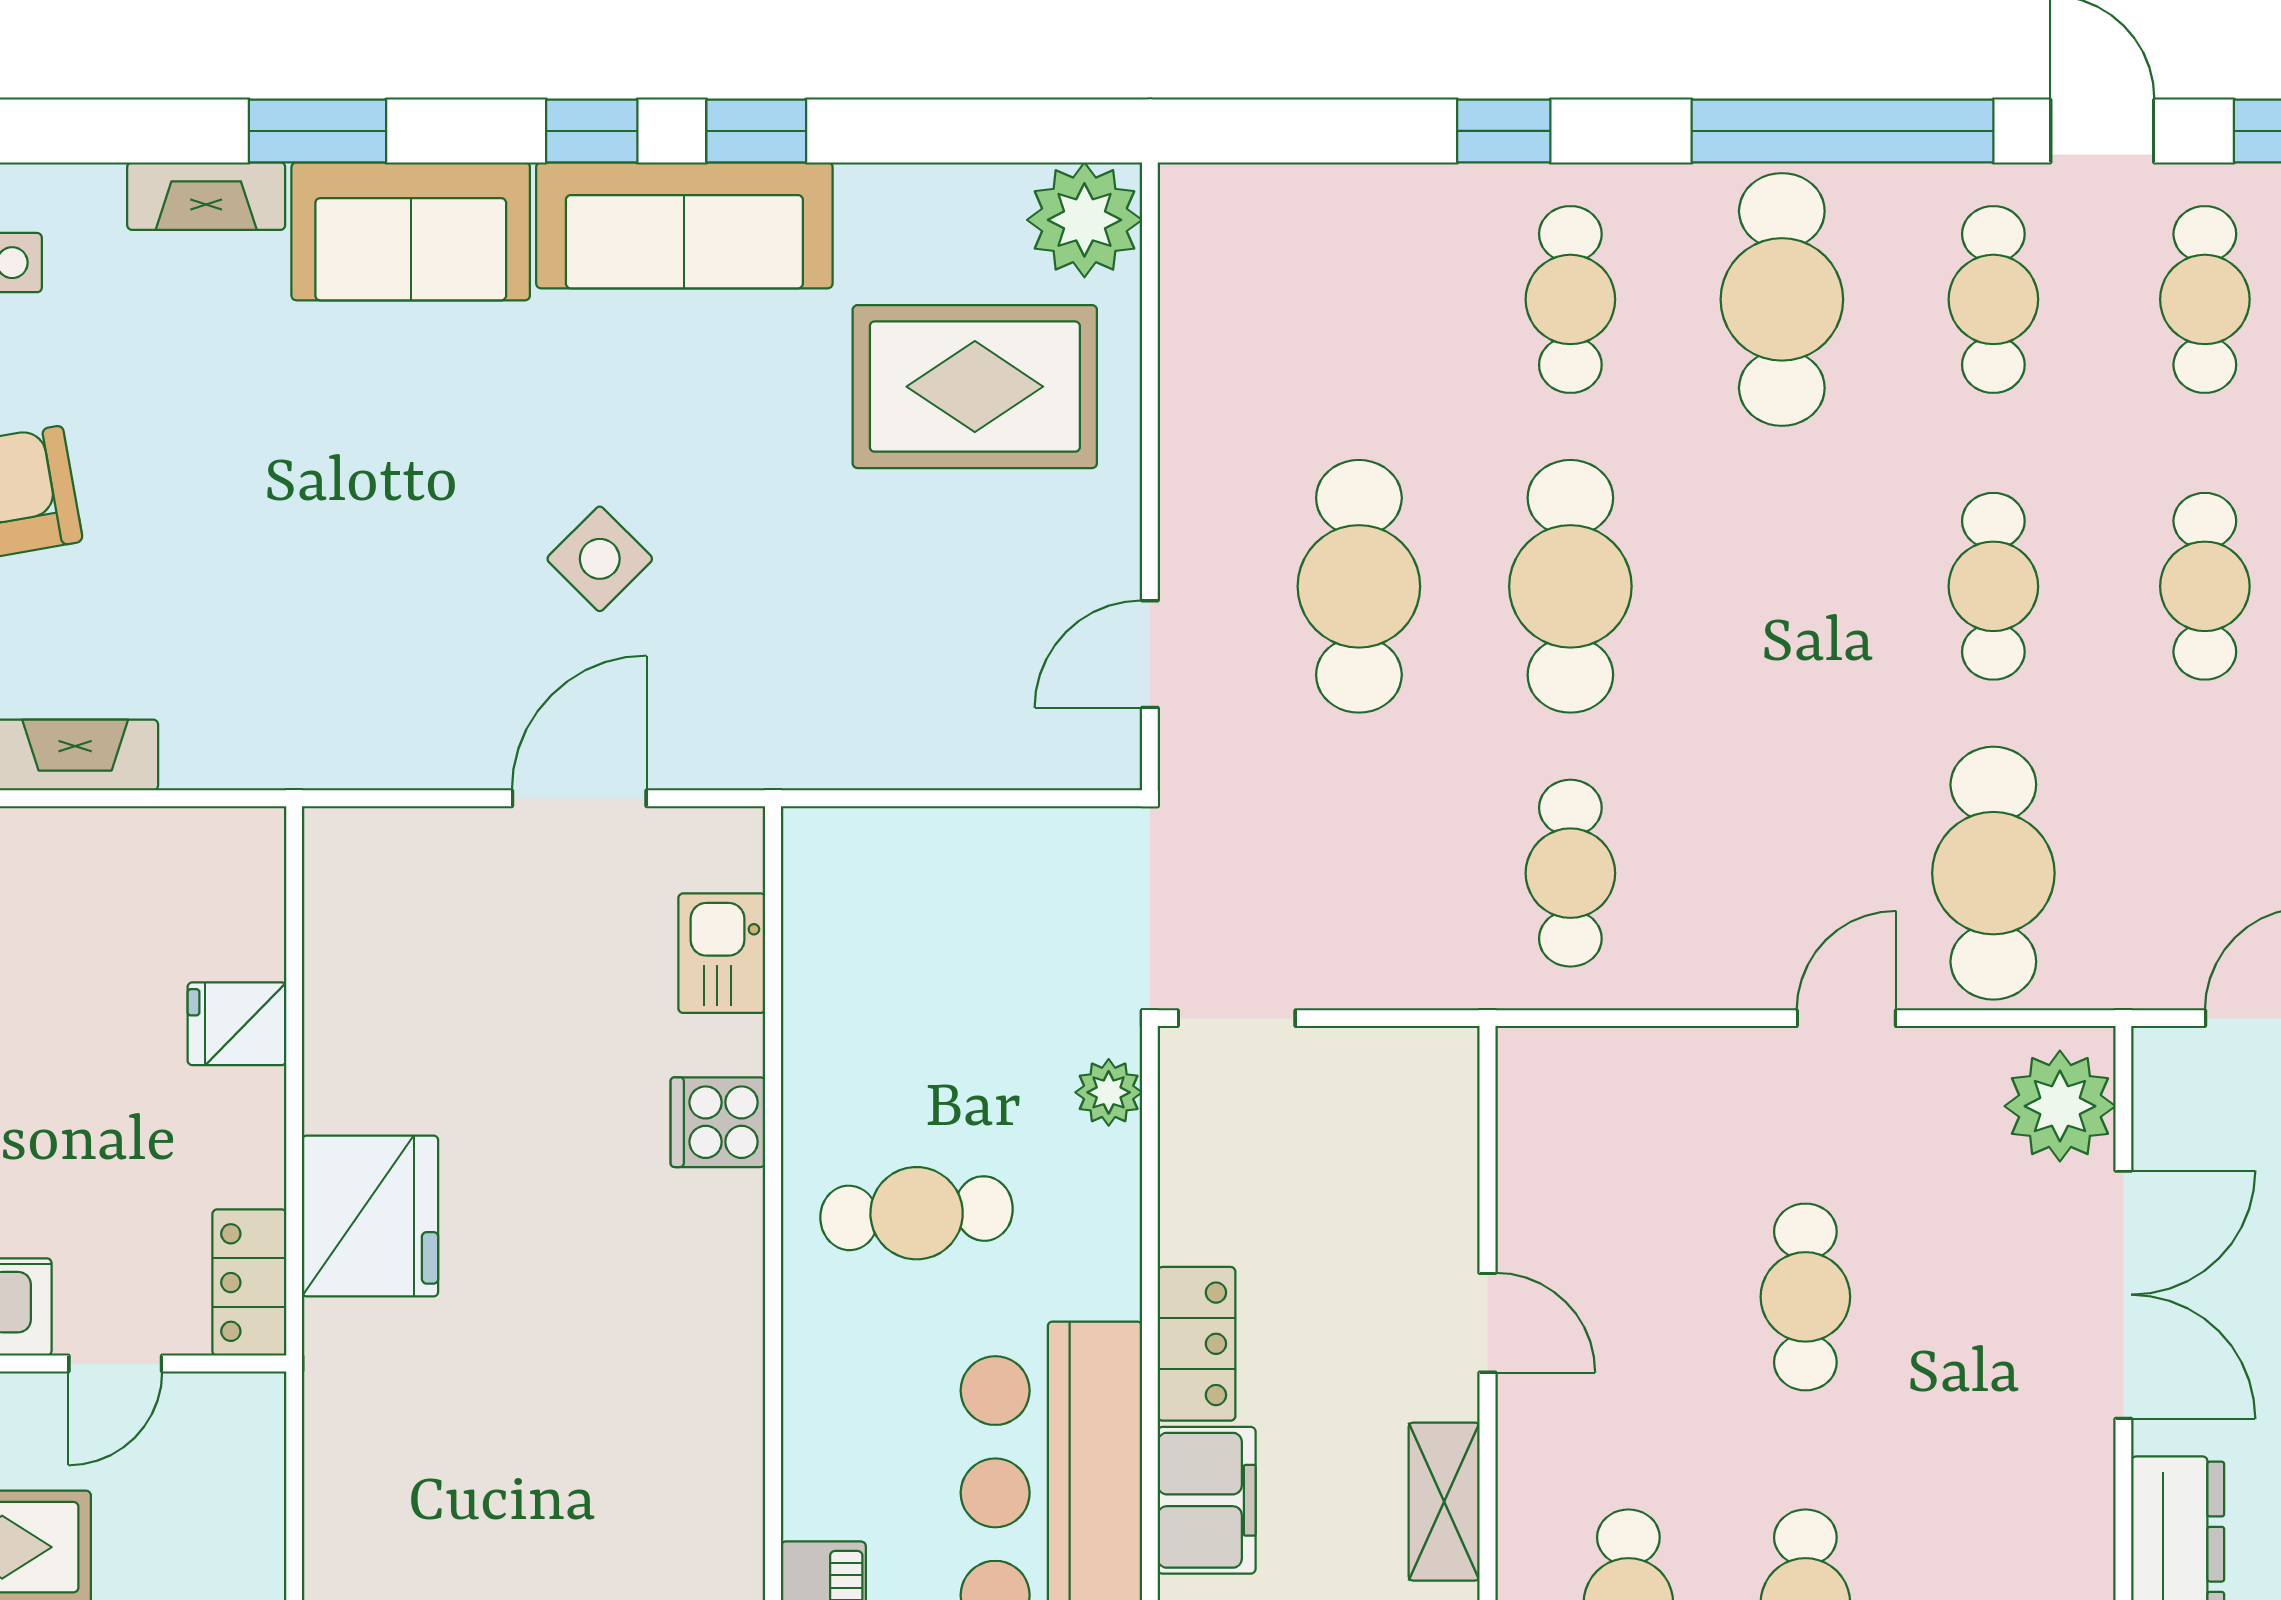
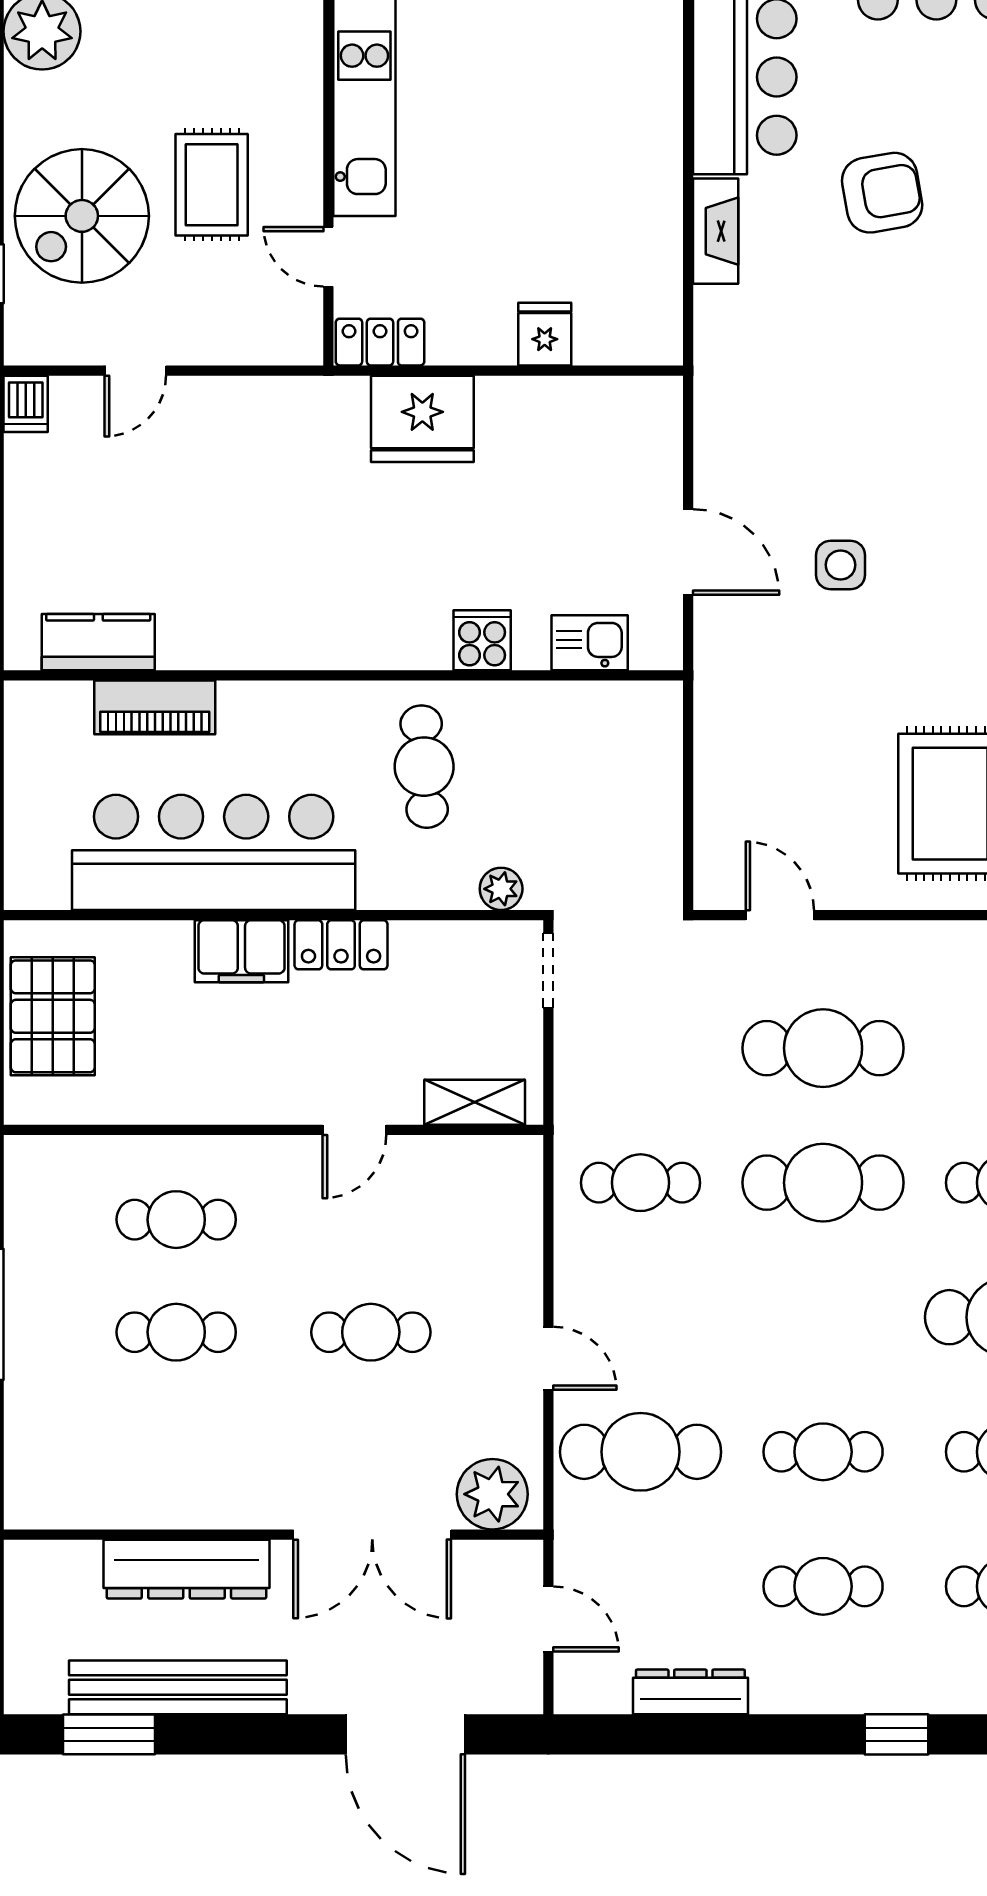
side table: (600, 559) -> (841, 565), turned 45
shelving: (1444, 1502) -> (475, 1102), moved

